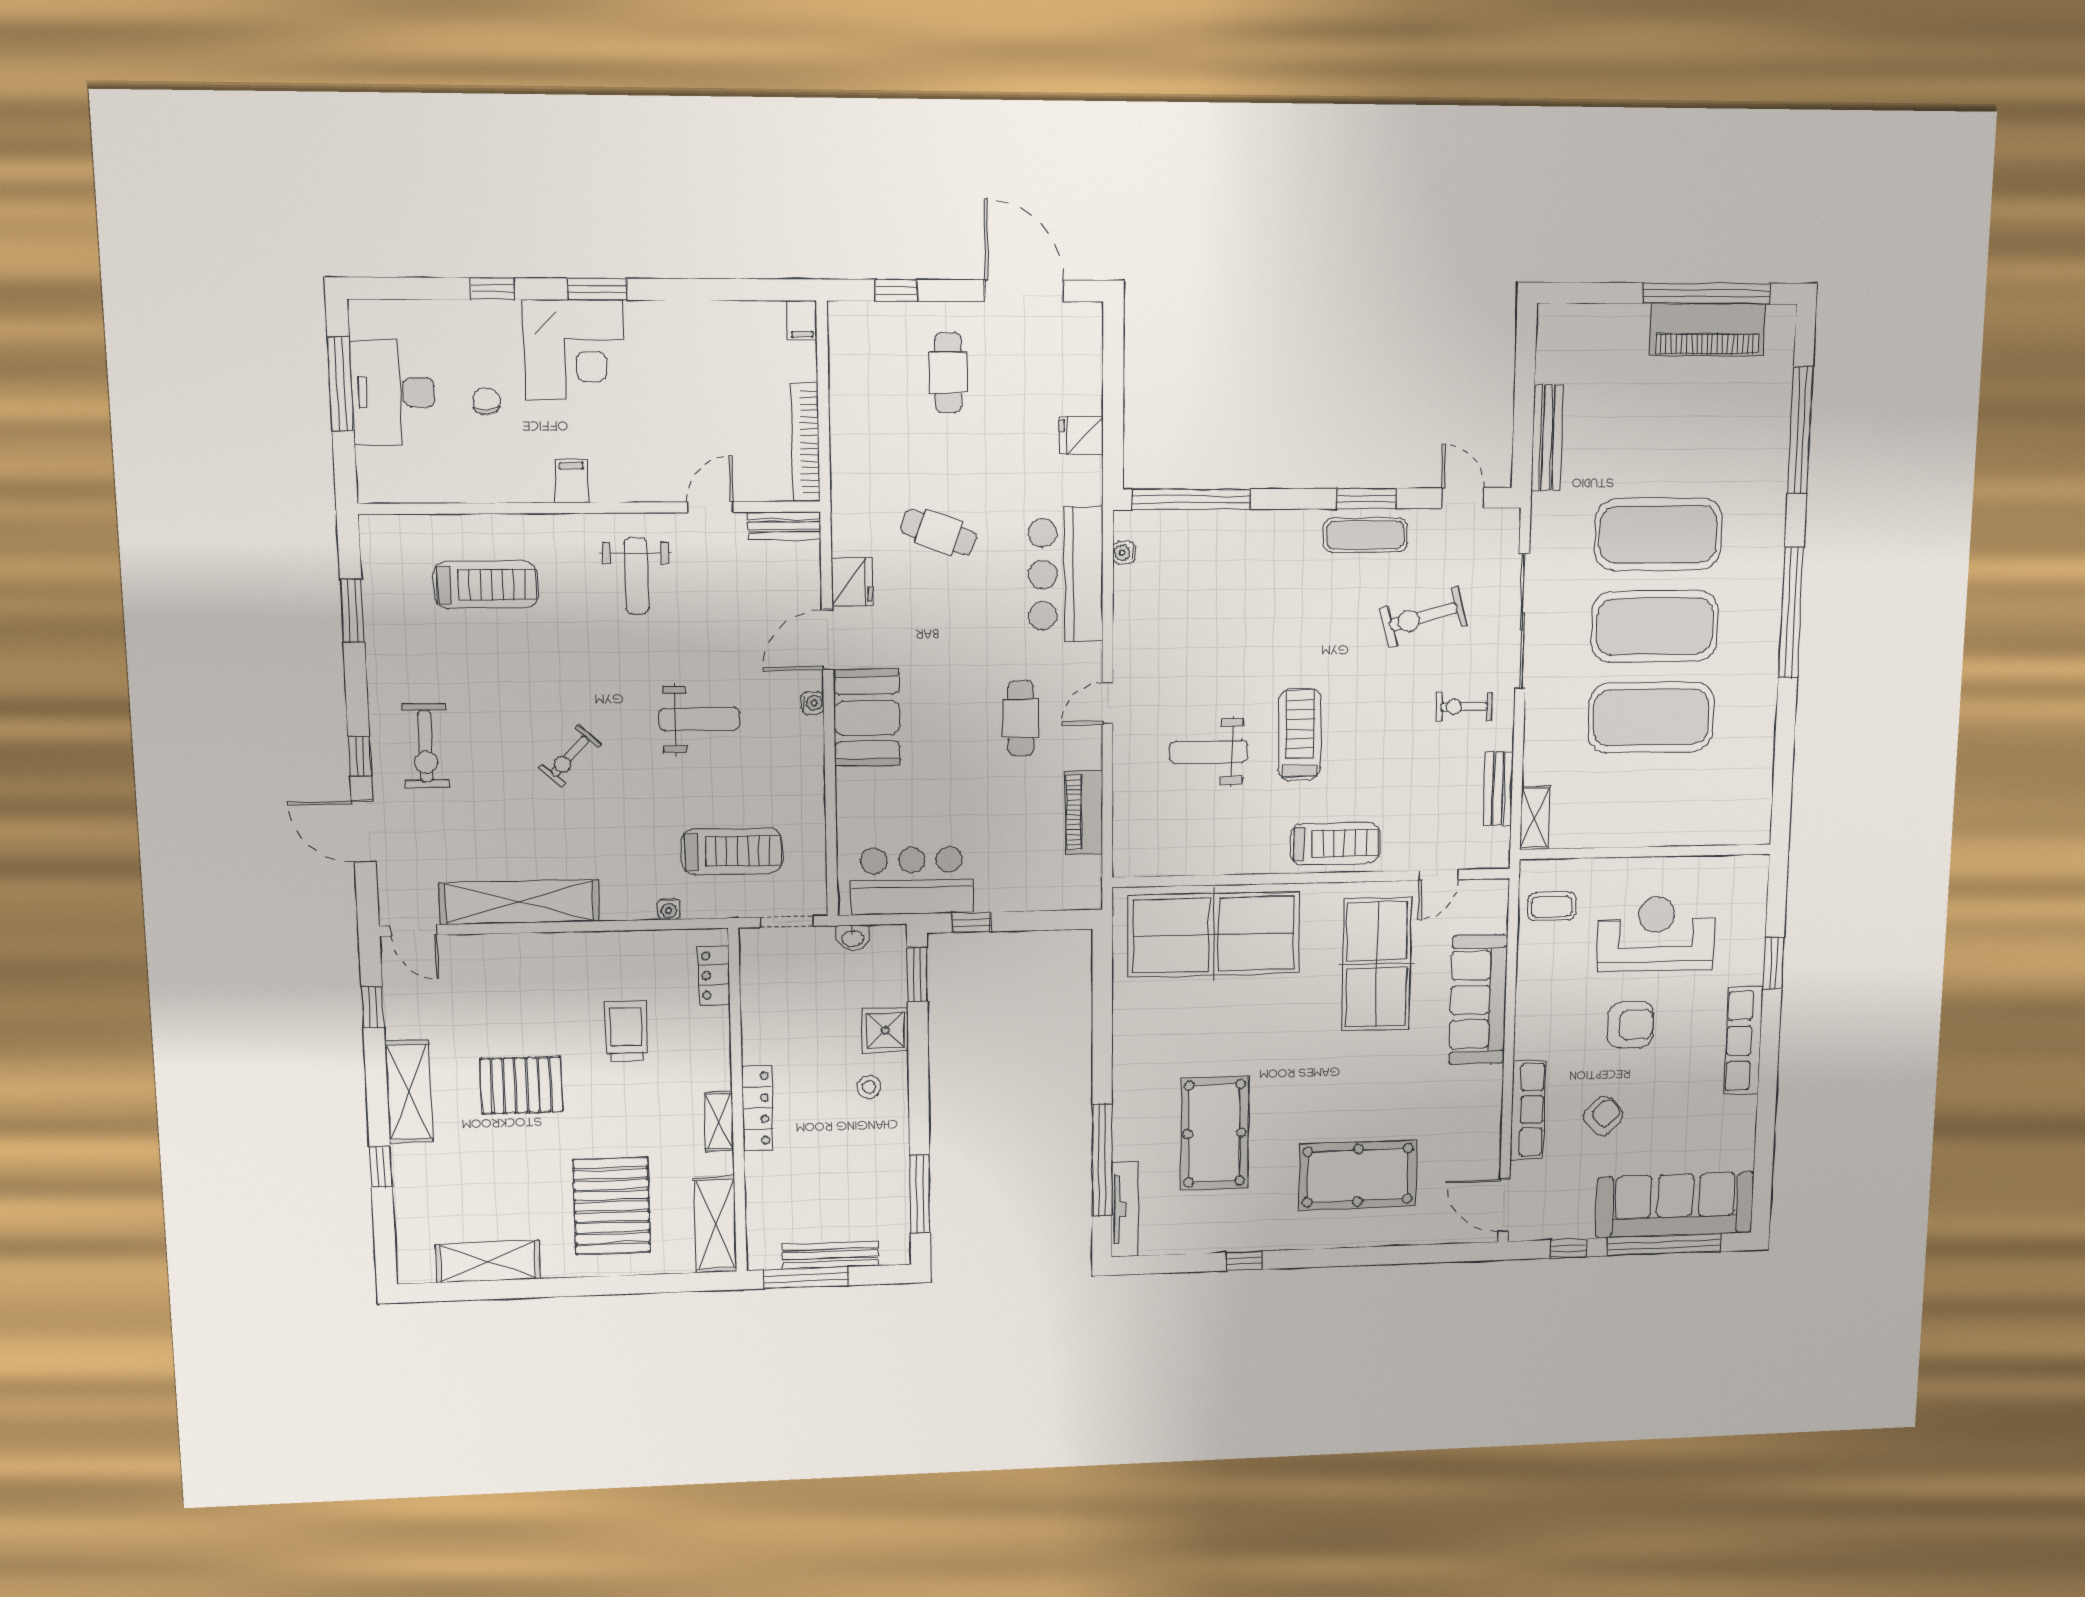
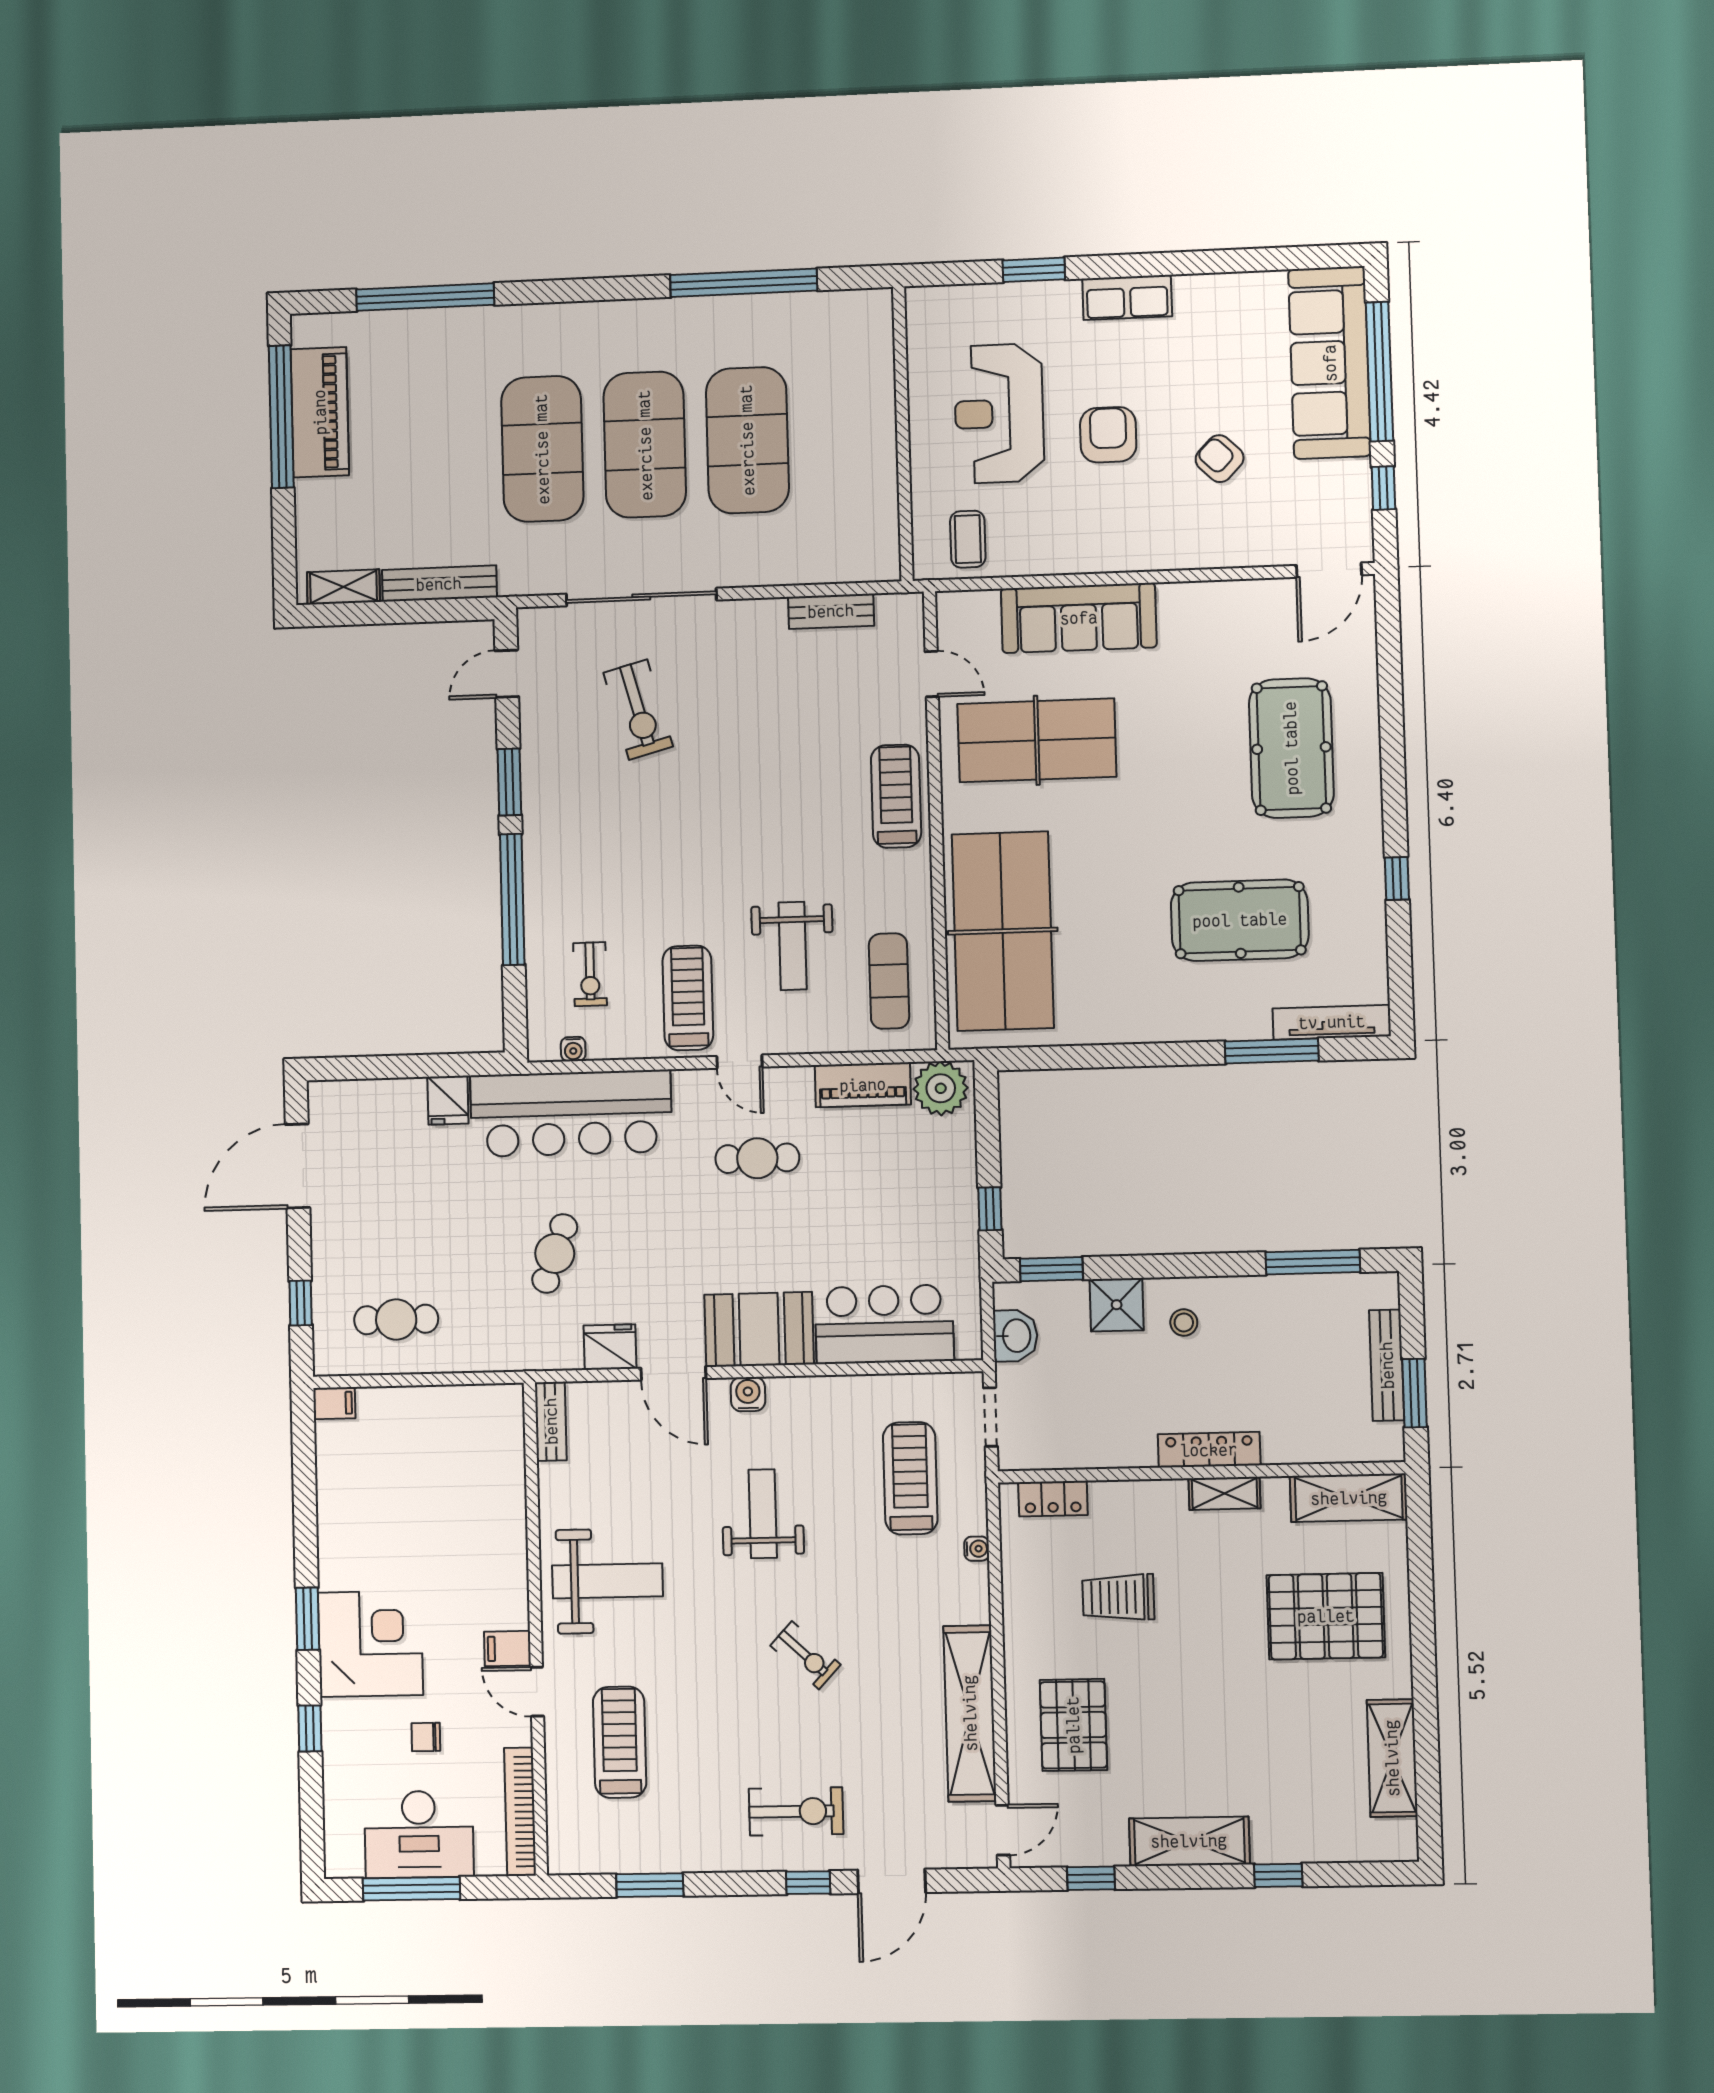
cafe table: (948, 373) -> (396, 1319), moved
bookcase: (806, 442) -> (520, 1812), moved, turned 90
window: (1191, 499) -> (512, 900), moved
door: (710, 507) -> (537, 1692), moved
exercise mat: (1365, 535) -> (889, 981), moved
bar counter: (1066, 574) -> (571, 1113), width x1.36
weight bench: (636, 576) -> (607, 1581), width x1.36, depth x1.33
window: (1791, 613) -> (744, 283), moved
water cooler: (812, 703) -> (748, 1394), width x1.38, depth x1.38
exercise bike: (1464, 707) -> (590, 974), moved
treadmill: (1300, 734) -> (688, 998), moved, turned 90
shelving: (1535, 818) -> (343, 587), moved
plant: (1079, 880) -> (941, 1088), added
bar counter: (912, 881) -> (884, 1324), moved, turned 90
washbasin: (853, 938) -> (1015, 1336), width x1.38, depth x1.45
row of seats: (1743, 1041) -> (1127, 297), width x0.68
pallet: (521, 1085) -> (1073, 1725), moved
row of seats: (1528, 1110) -> (1211, 550), removed
window: (1102, 1160) -> (1272, 1051), width x0.68
window: (806, 1278) -> (1414, 1393), width x0.69

